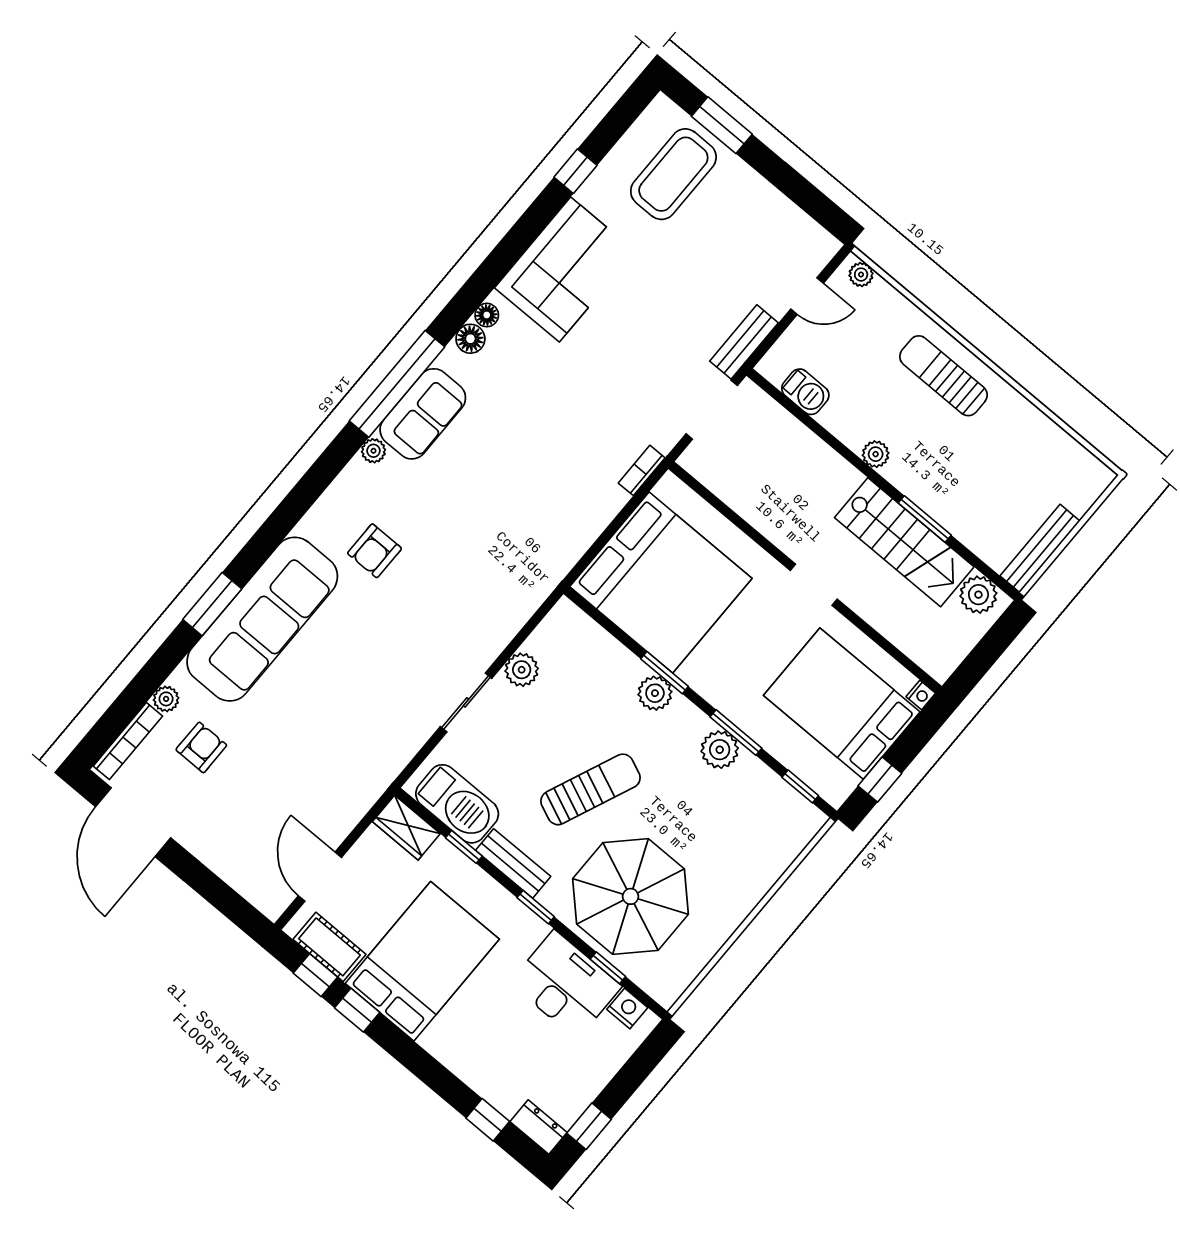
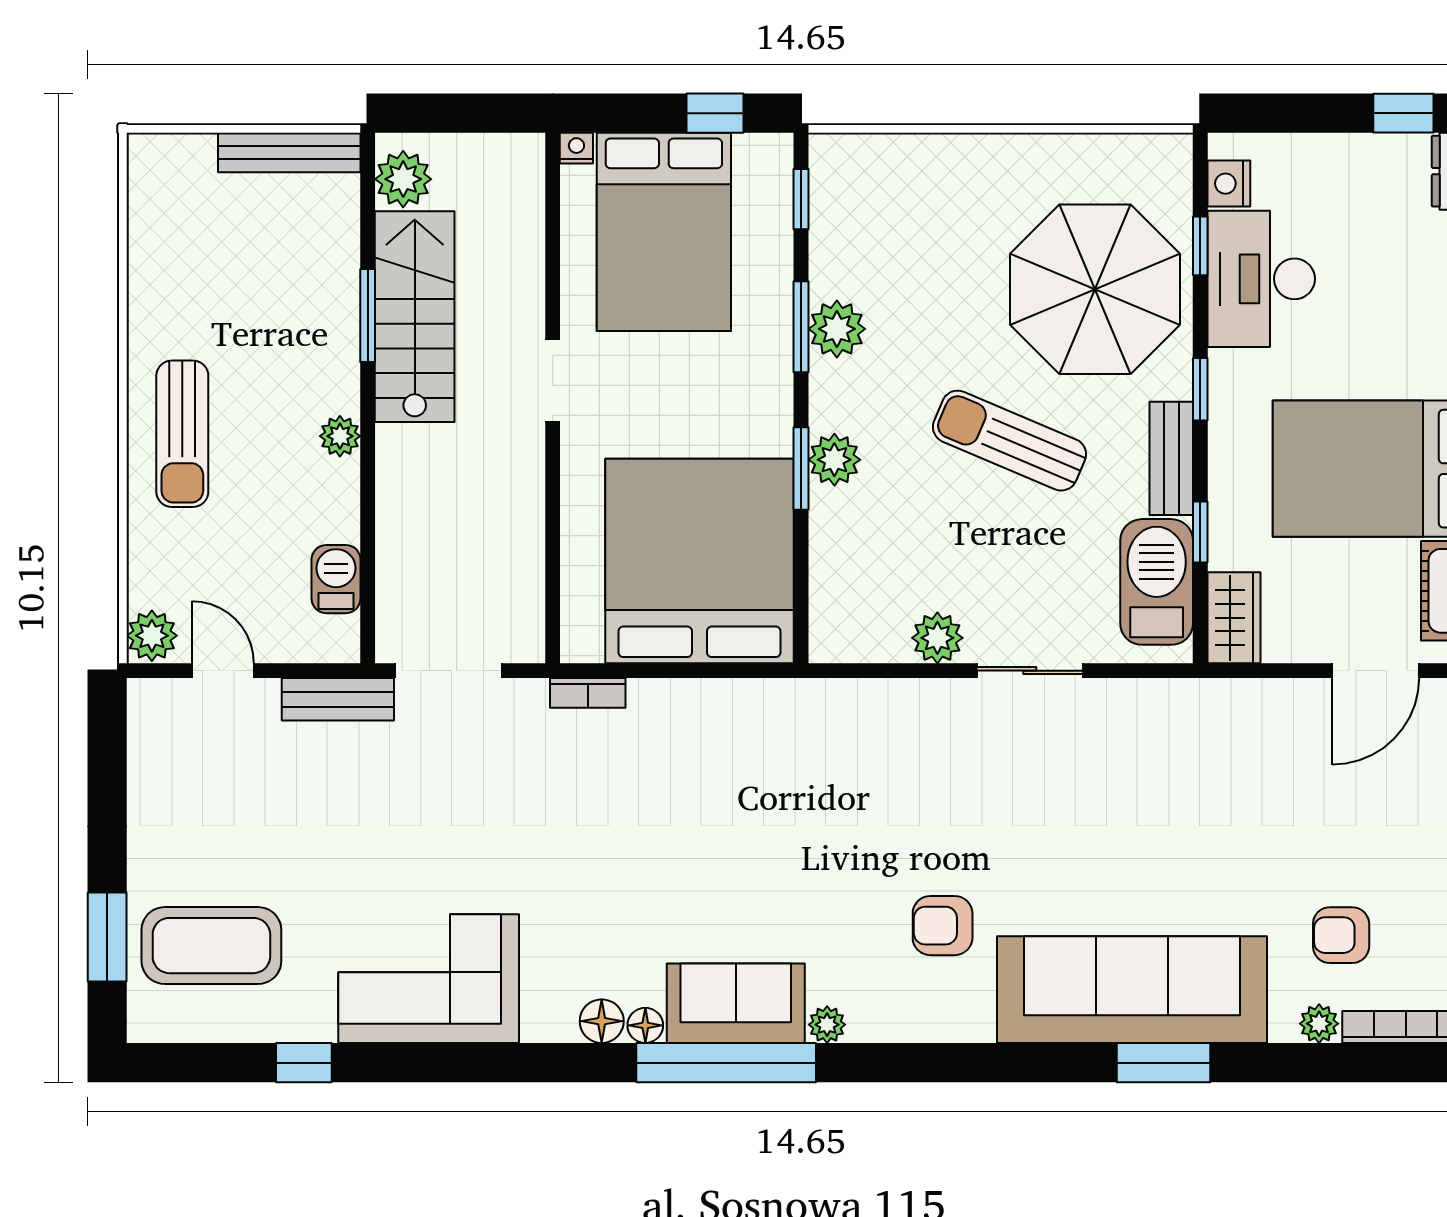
plant: (861, 275) -> (152, 636), width x1.38, depth x1.38
floor lamp: (487, 315) -> (645, 1025), moved
armchair: (375, 551) -> (943, 926), turned 180

